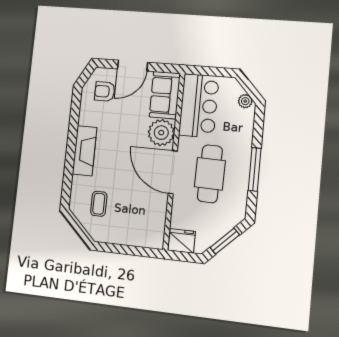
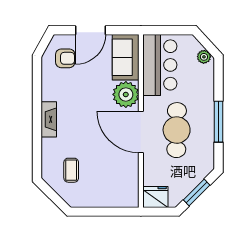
armchair: (105, 91) -> (65, 58), turned 180
fireplace: (85, 151) -> (49, 119), width x0.73, depth x0.76

